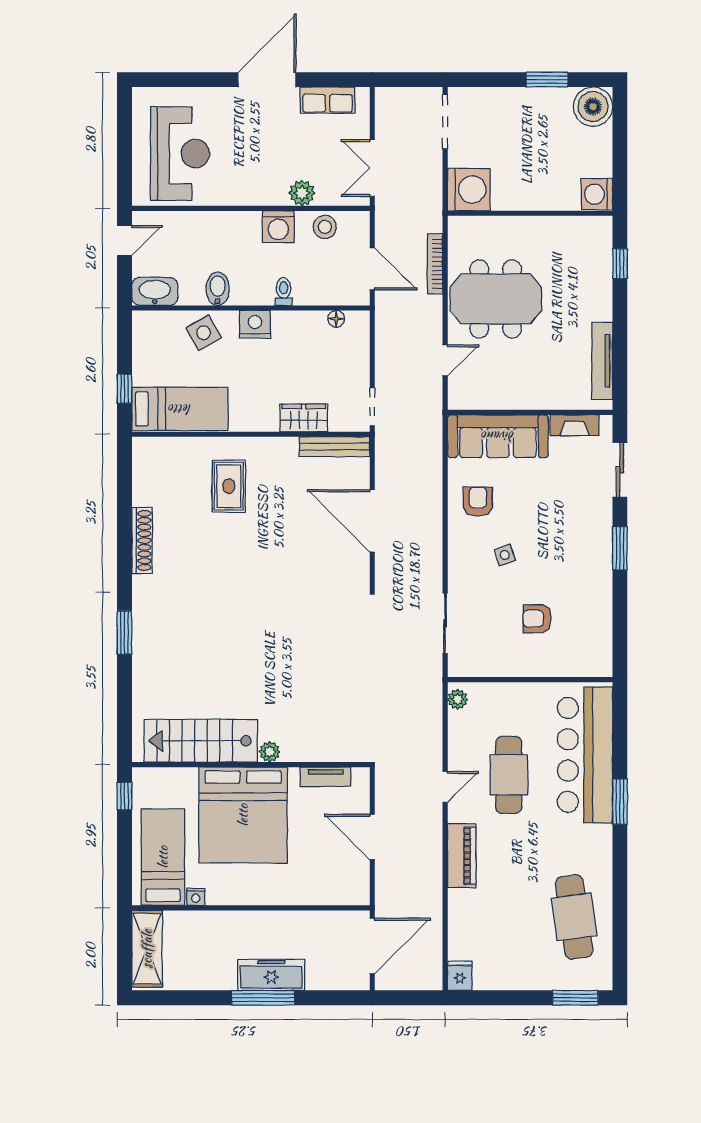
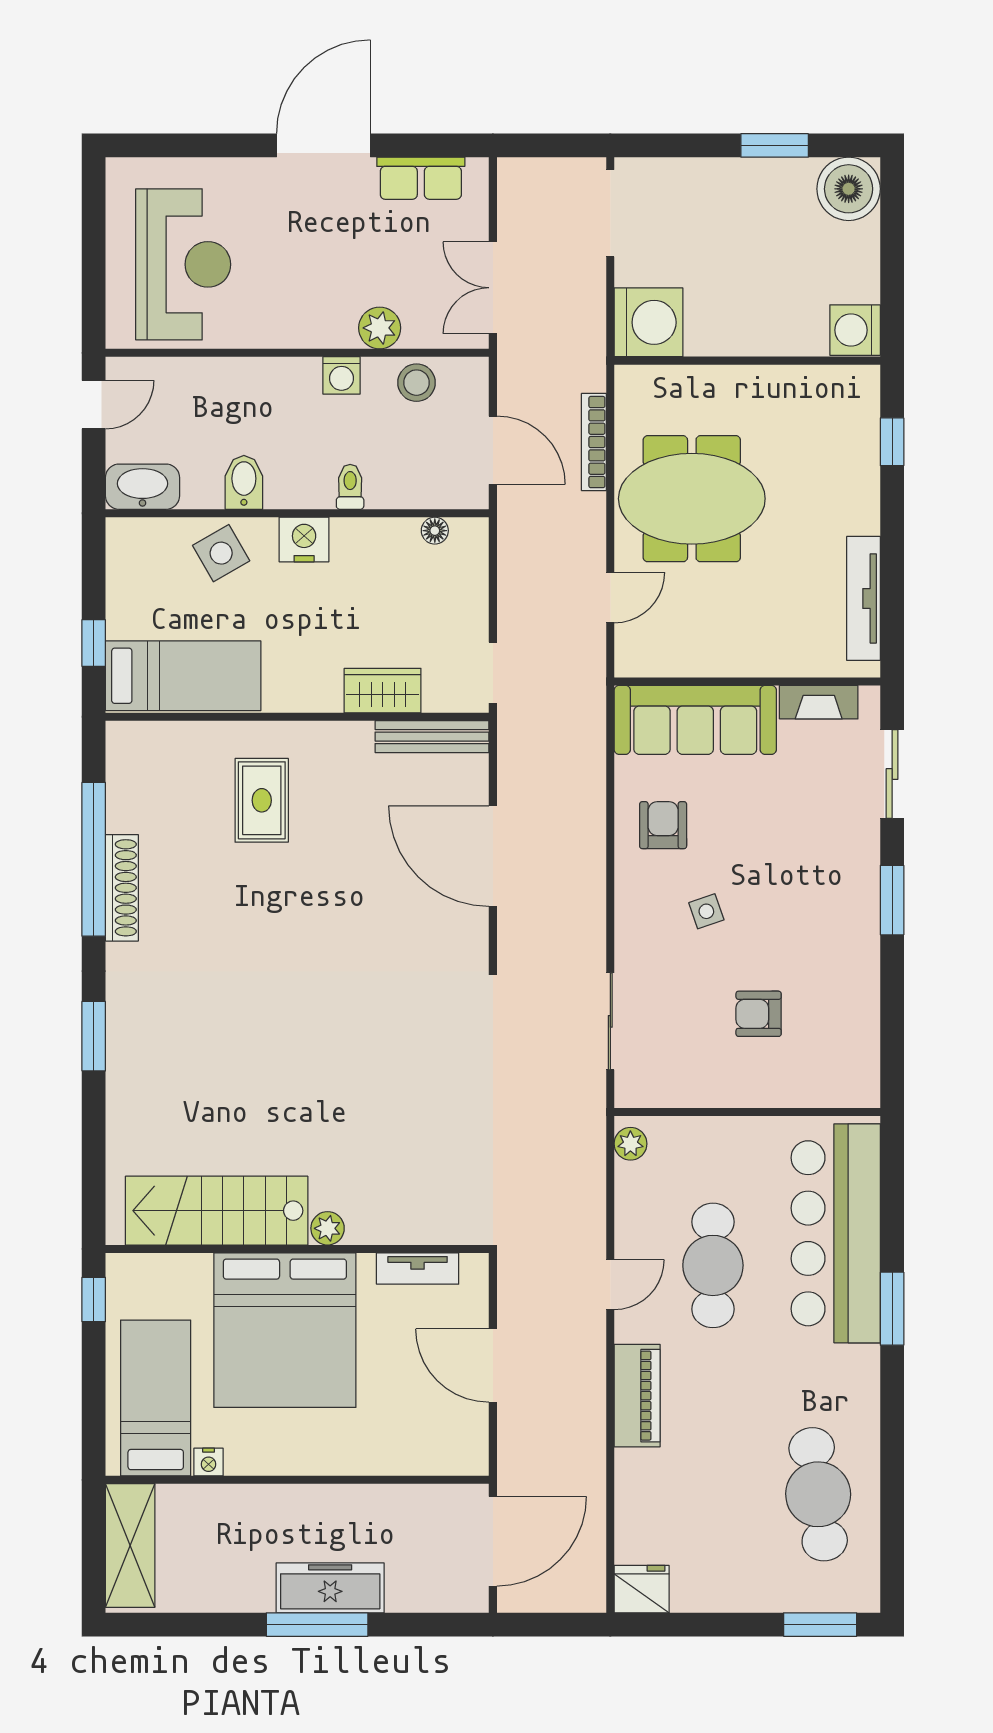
washing machine: (278, 227) -> (342, 375), width x0.73, depth x0.73
window: (124, 523) -> (94, 859), added
fridge: (460, 976) -> (642, 1589), width x1.38

